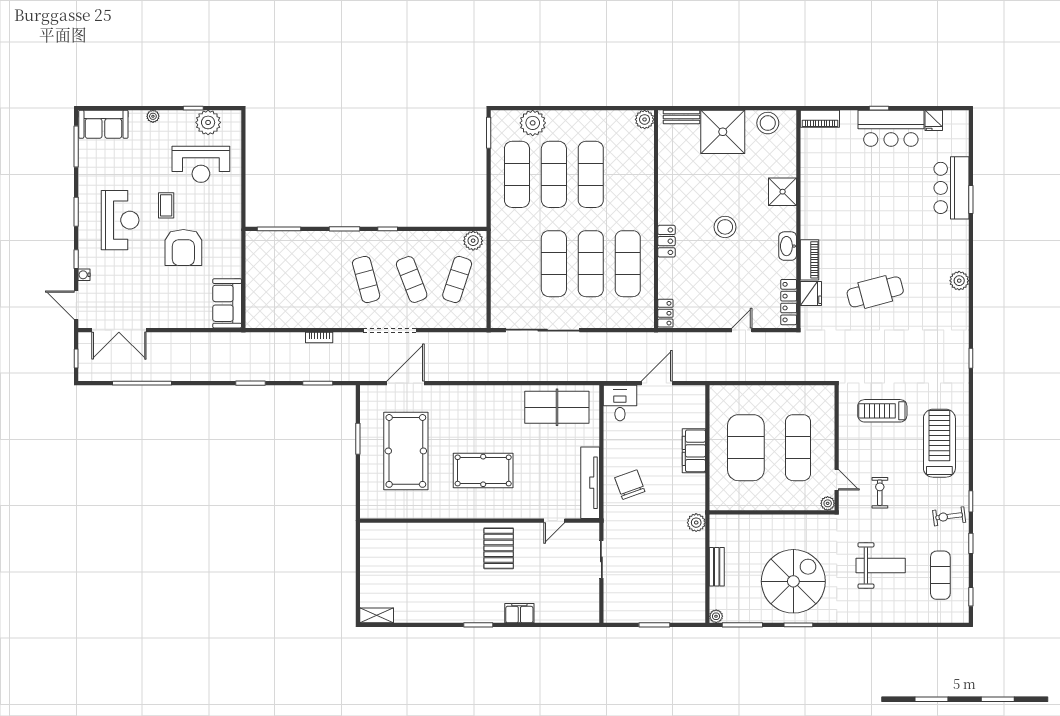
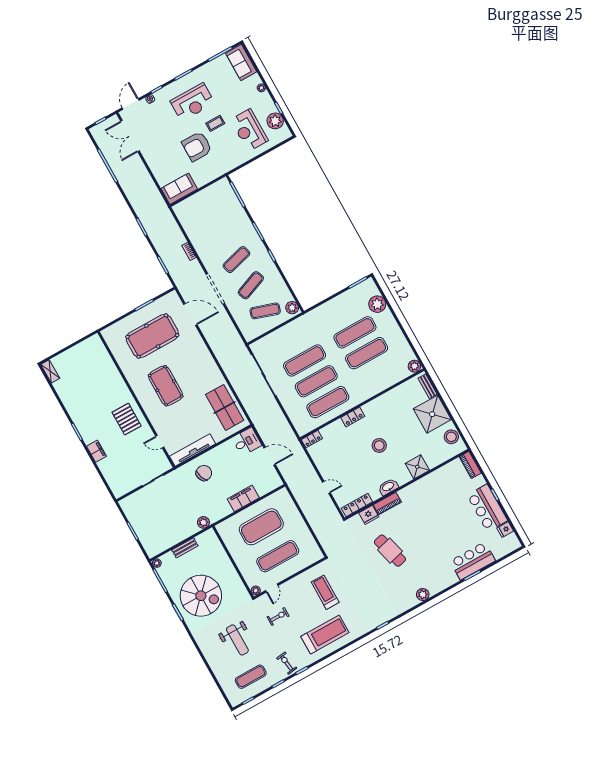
exercise mat: (517, 174) -> (343, 311), removed
pallet: (499, 548) -> (127, 419), turned 90

